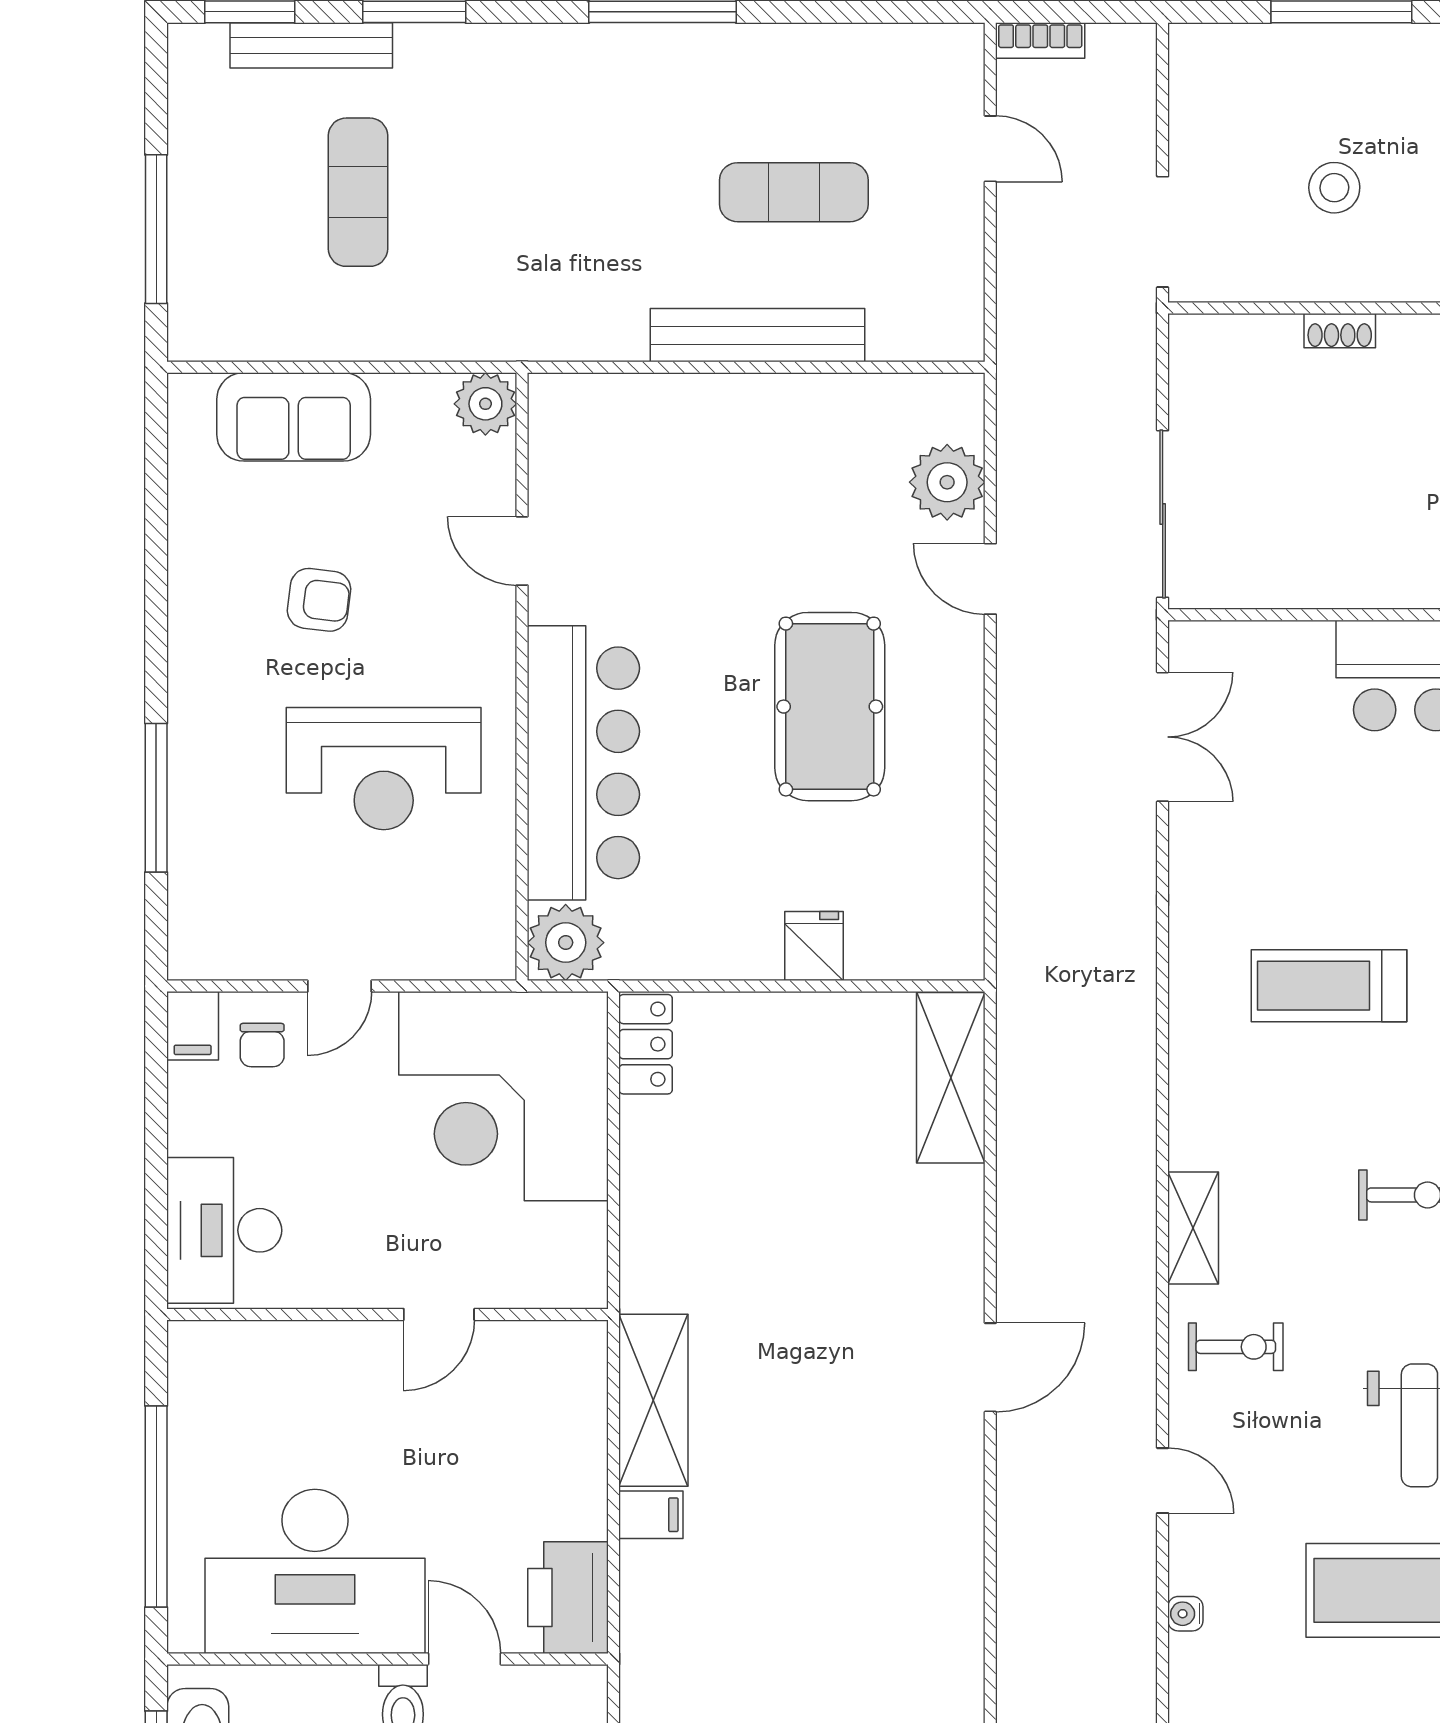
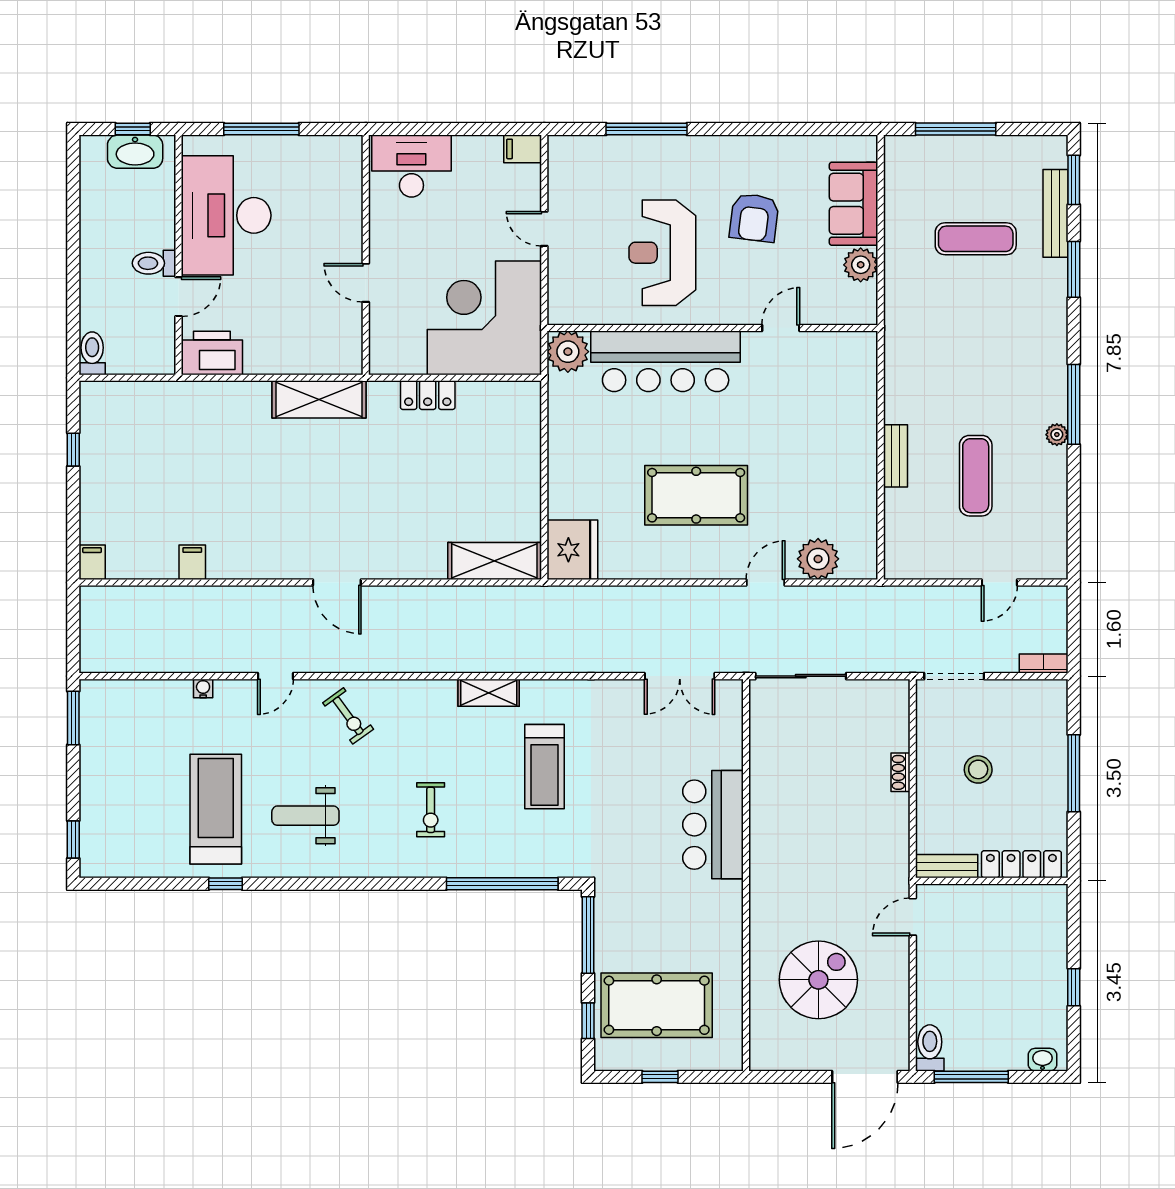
bookcase: (1040, 40) -> (1044, 664), moved, turned 90
plant: (718, 43) -> (1057, 435), added
bench: (757, 335) -> (895, 456), width x0.54, depth x0.82
plant: (485, 404) -> (861, 265), moved
armchair: (319, 600) -> (754, 218), width x1.38, depth x1.38
fridge: (814, 946) -> (572, 550), moved, width x1.88, depth x1.34
treadmill: (1329, 986) -> (544, 767), turned 180
locker: (646, 1044) -> (428, 395), moved
chair: (262, 1045) -> (512, 187), removed
shelving: (1193, 1228) -> (489, 693), moved
exercise bike: (1236, 1347) -> (348, 716), turned -36
window: (156, 1507) -> (261, 129), width x0.68
filing cabinet: (651, 1515) -> (192, 562), moved, turned 180

